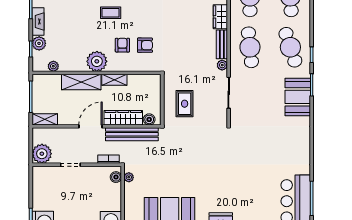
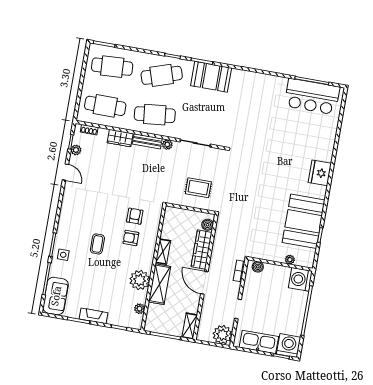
plant: (39, 43) -> (115, 319), removed
plant: (97, 61) -> (140, 280), moved
bench: (132, 134) -> (219, 244), removed
plant: (129, 177) -> (290, 260), moved
kitchen sink: (41, 191) -> (259, 342), added

